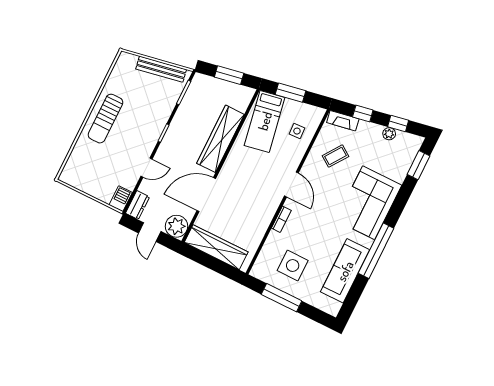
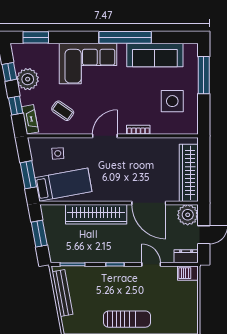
plant: (389, 134) -> (28, 79), width x1.87, depth x1.87
window: (282, 298) -> (204, 75), moved

